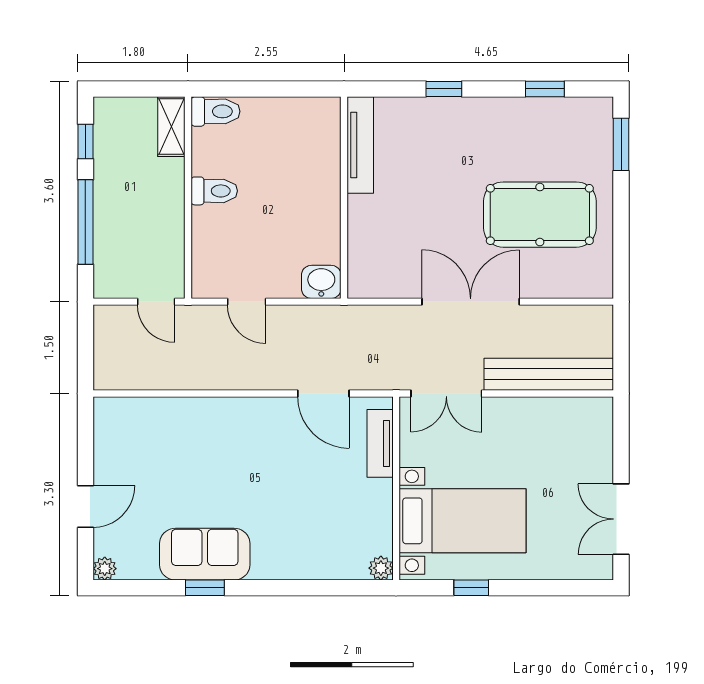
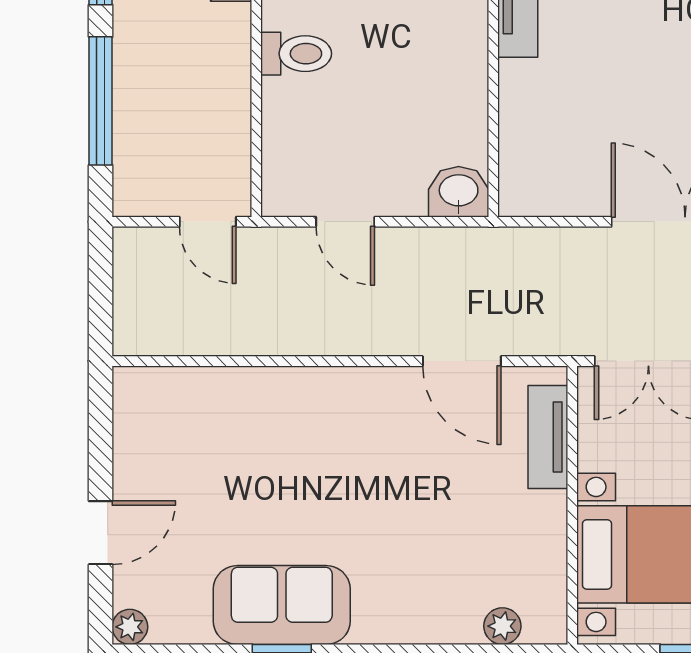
plant: (381, 568) -> (502, 626), moved

